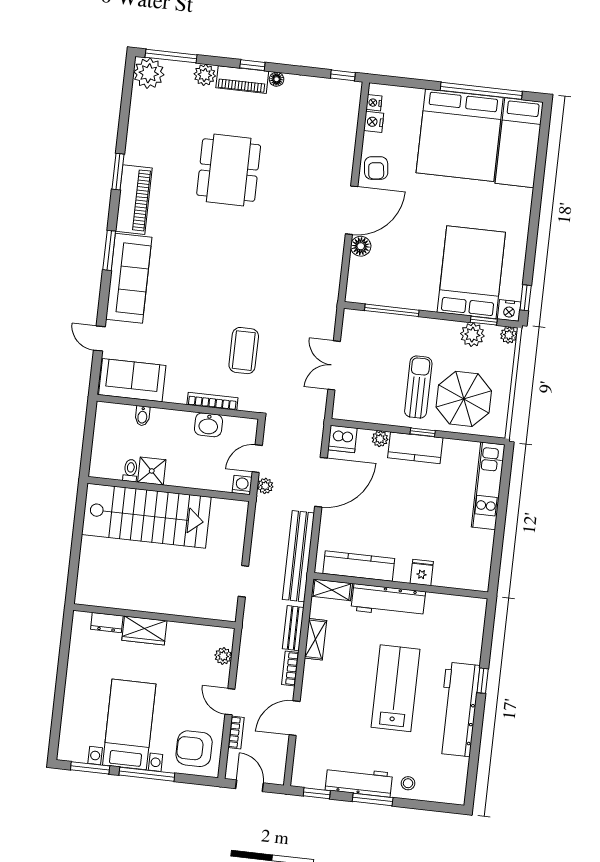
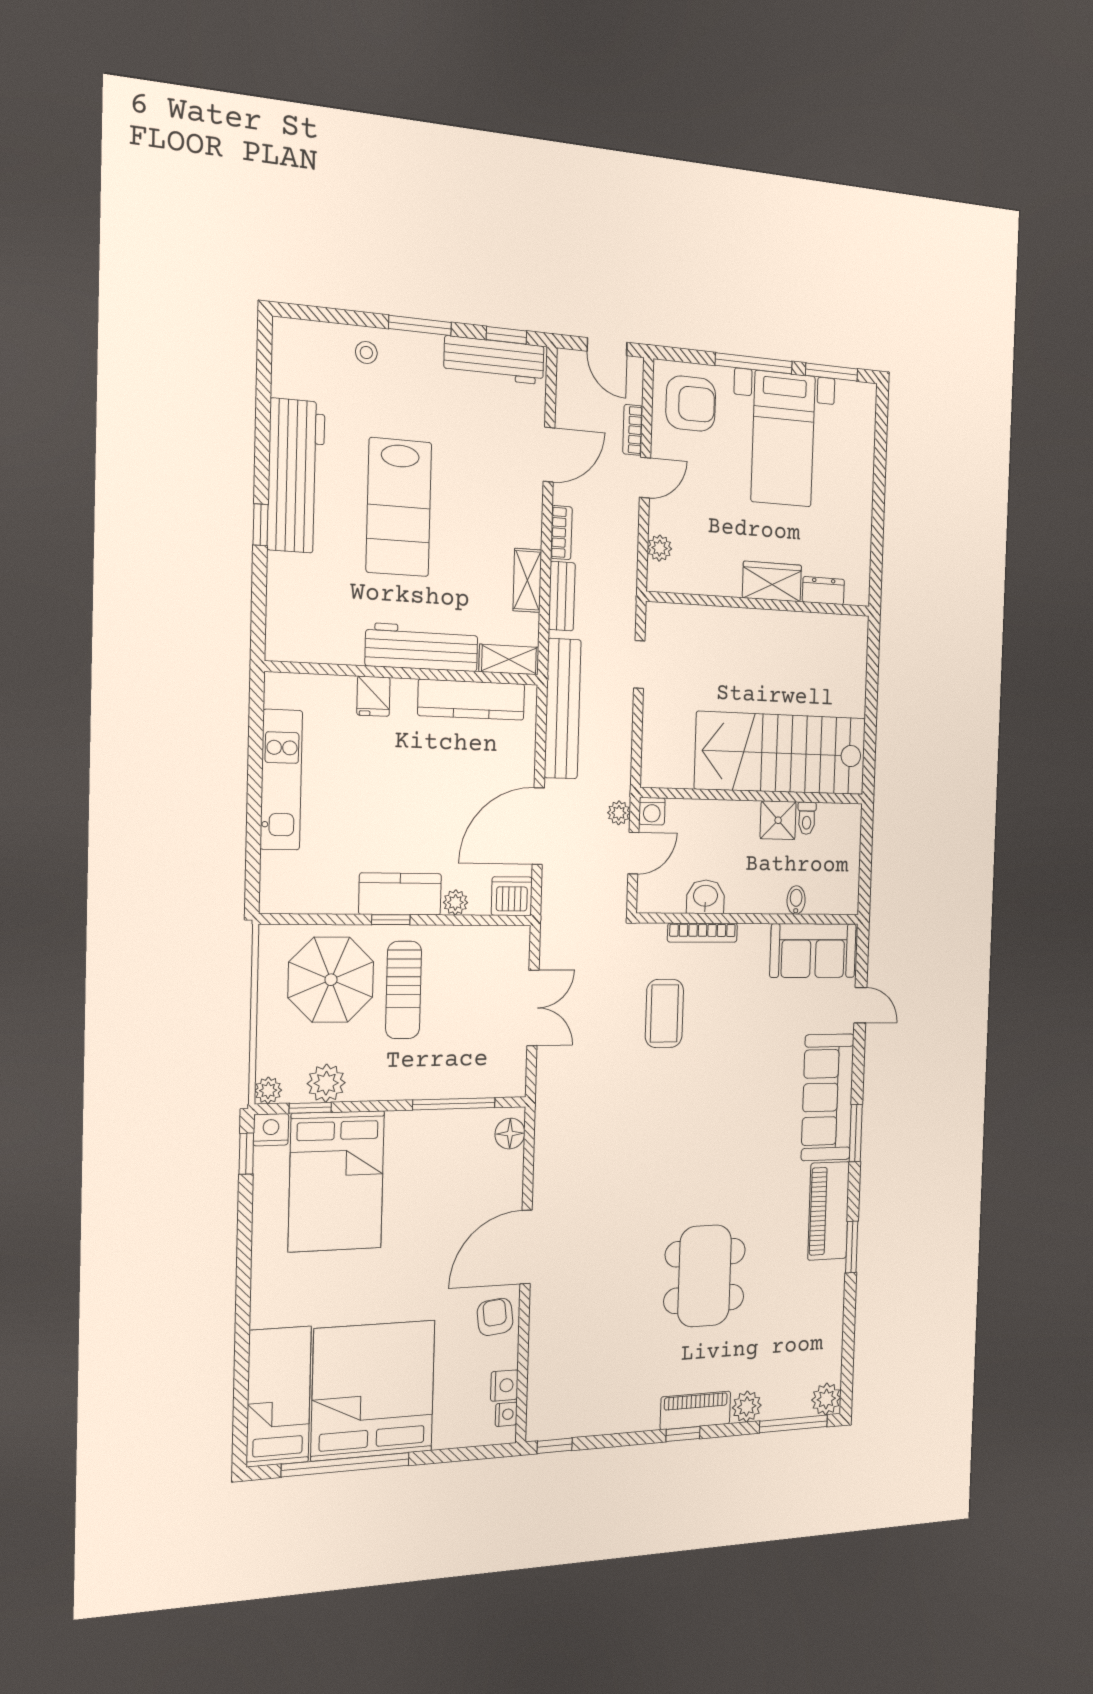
plant: (149, 73) -> (826, 1399), width x0.73, depth x0.73
floor lamp: (277, 79) -> (648, 1421), removed
floor lamp: (361, 246) -> (510, 1134), moved
kitchen unit: (488, 486) -> (281, 780), moved
door: (230, 702) -> (645, 478), hinge flipped
workbench: (359, 782) -> (494, 360), moved

